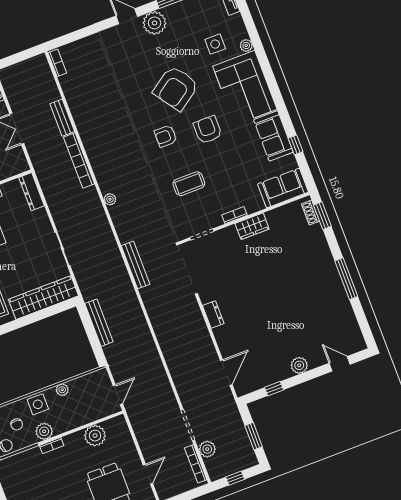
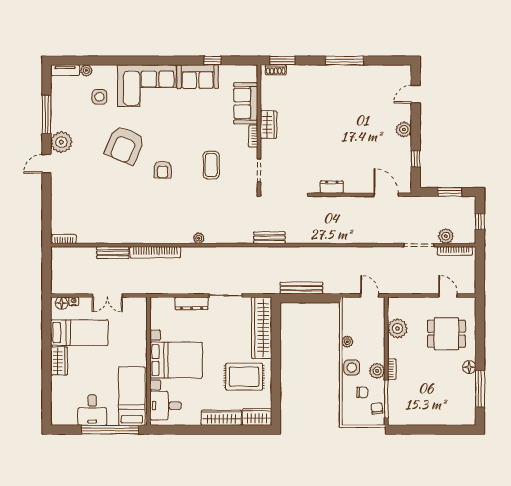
plant: (246, 45) -> (86, 70), moved
armchair: (176, 88) -> (125, 145), turned 58
armchair: (208, 130) -> (171, 131), removed
sofa: (283, 188) -> (246, 103), moved
dresser: (32, 192) -> (192, 303), moved
bench: (135, 265) -> (269, 238), width x0.73

